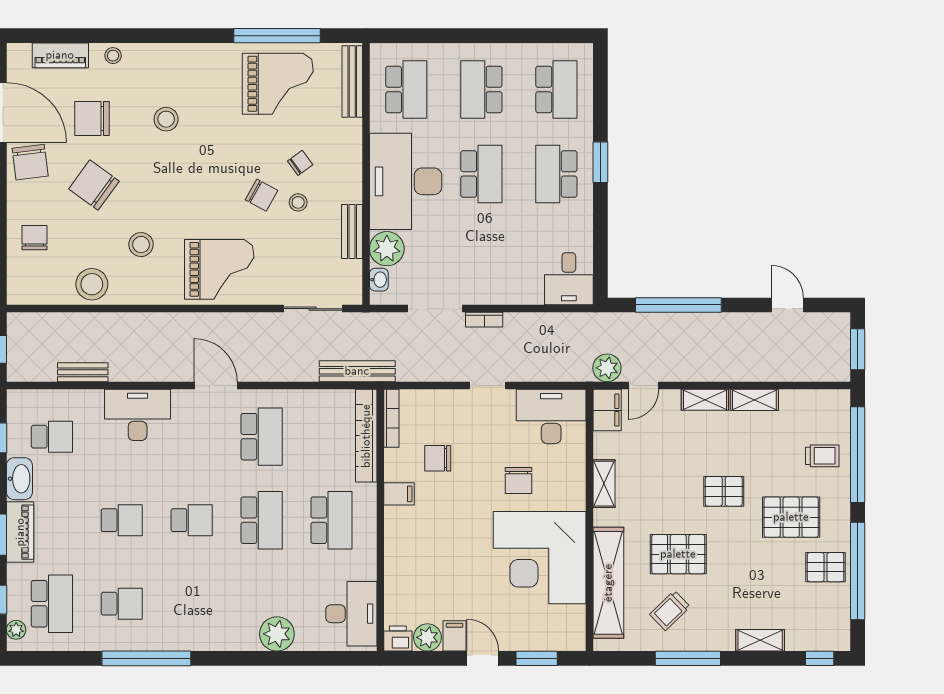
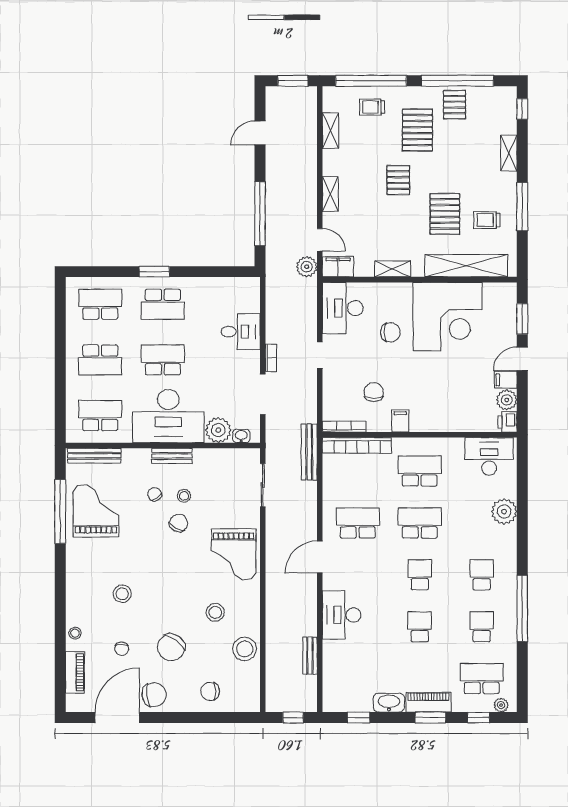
chair: (92, 119) -> (122, 649), width x0.54, depth x0.54
bench: (352, 232) -> (172, 456), moved
grand piano: (219, 269) -> (234, 554), turned 180
desk: (569, 279) -> (241, 332), moved
shelving: (754, 400) -> (330, 131), moved
school desk: (52, 437) -> (482, 575), moved
trolley: (822, 456) -> (372, 107), turned -90
chair: (438, 458) -> (374, 392), turned 180
trolley: (670, 611) -> (487, 220), turned 134

